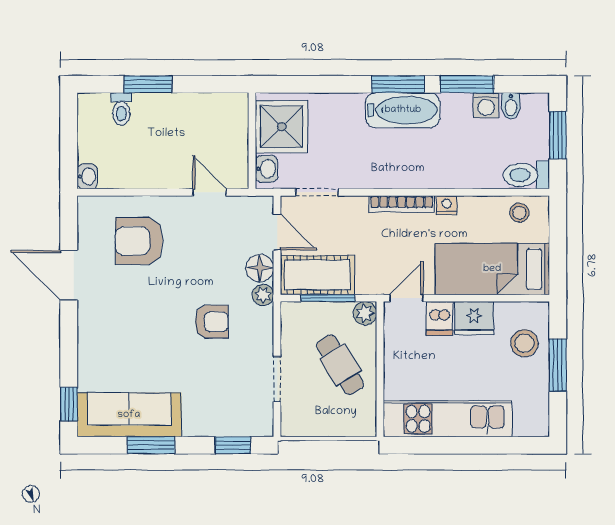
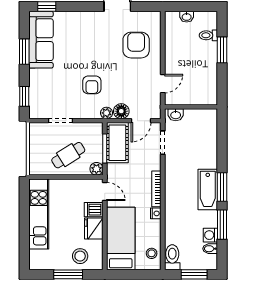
shower: (282, 127) -> (199, 123), removed
washbasin: (87, 176) -> (187, 17), moved

